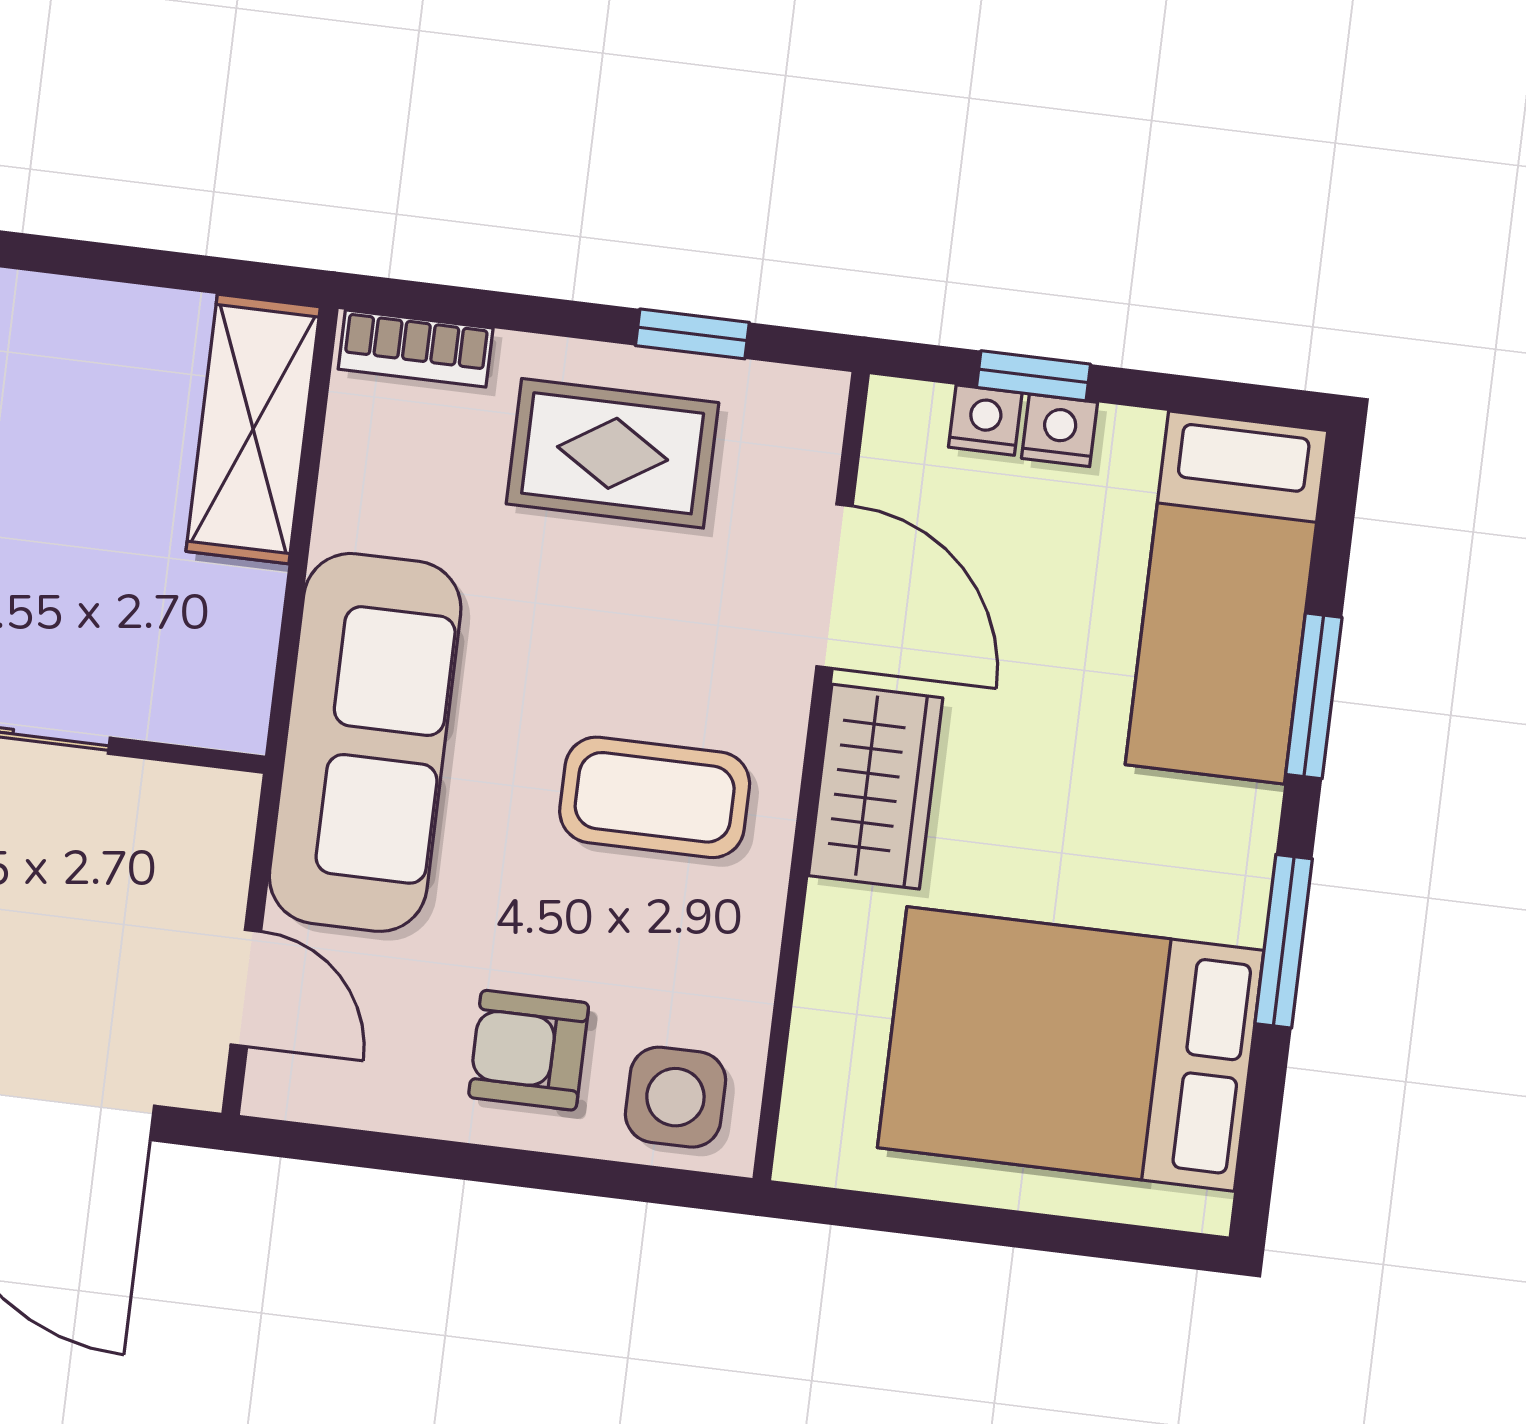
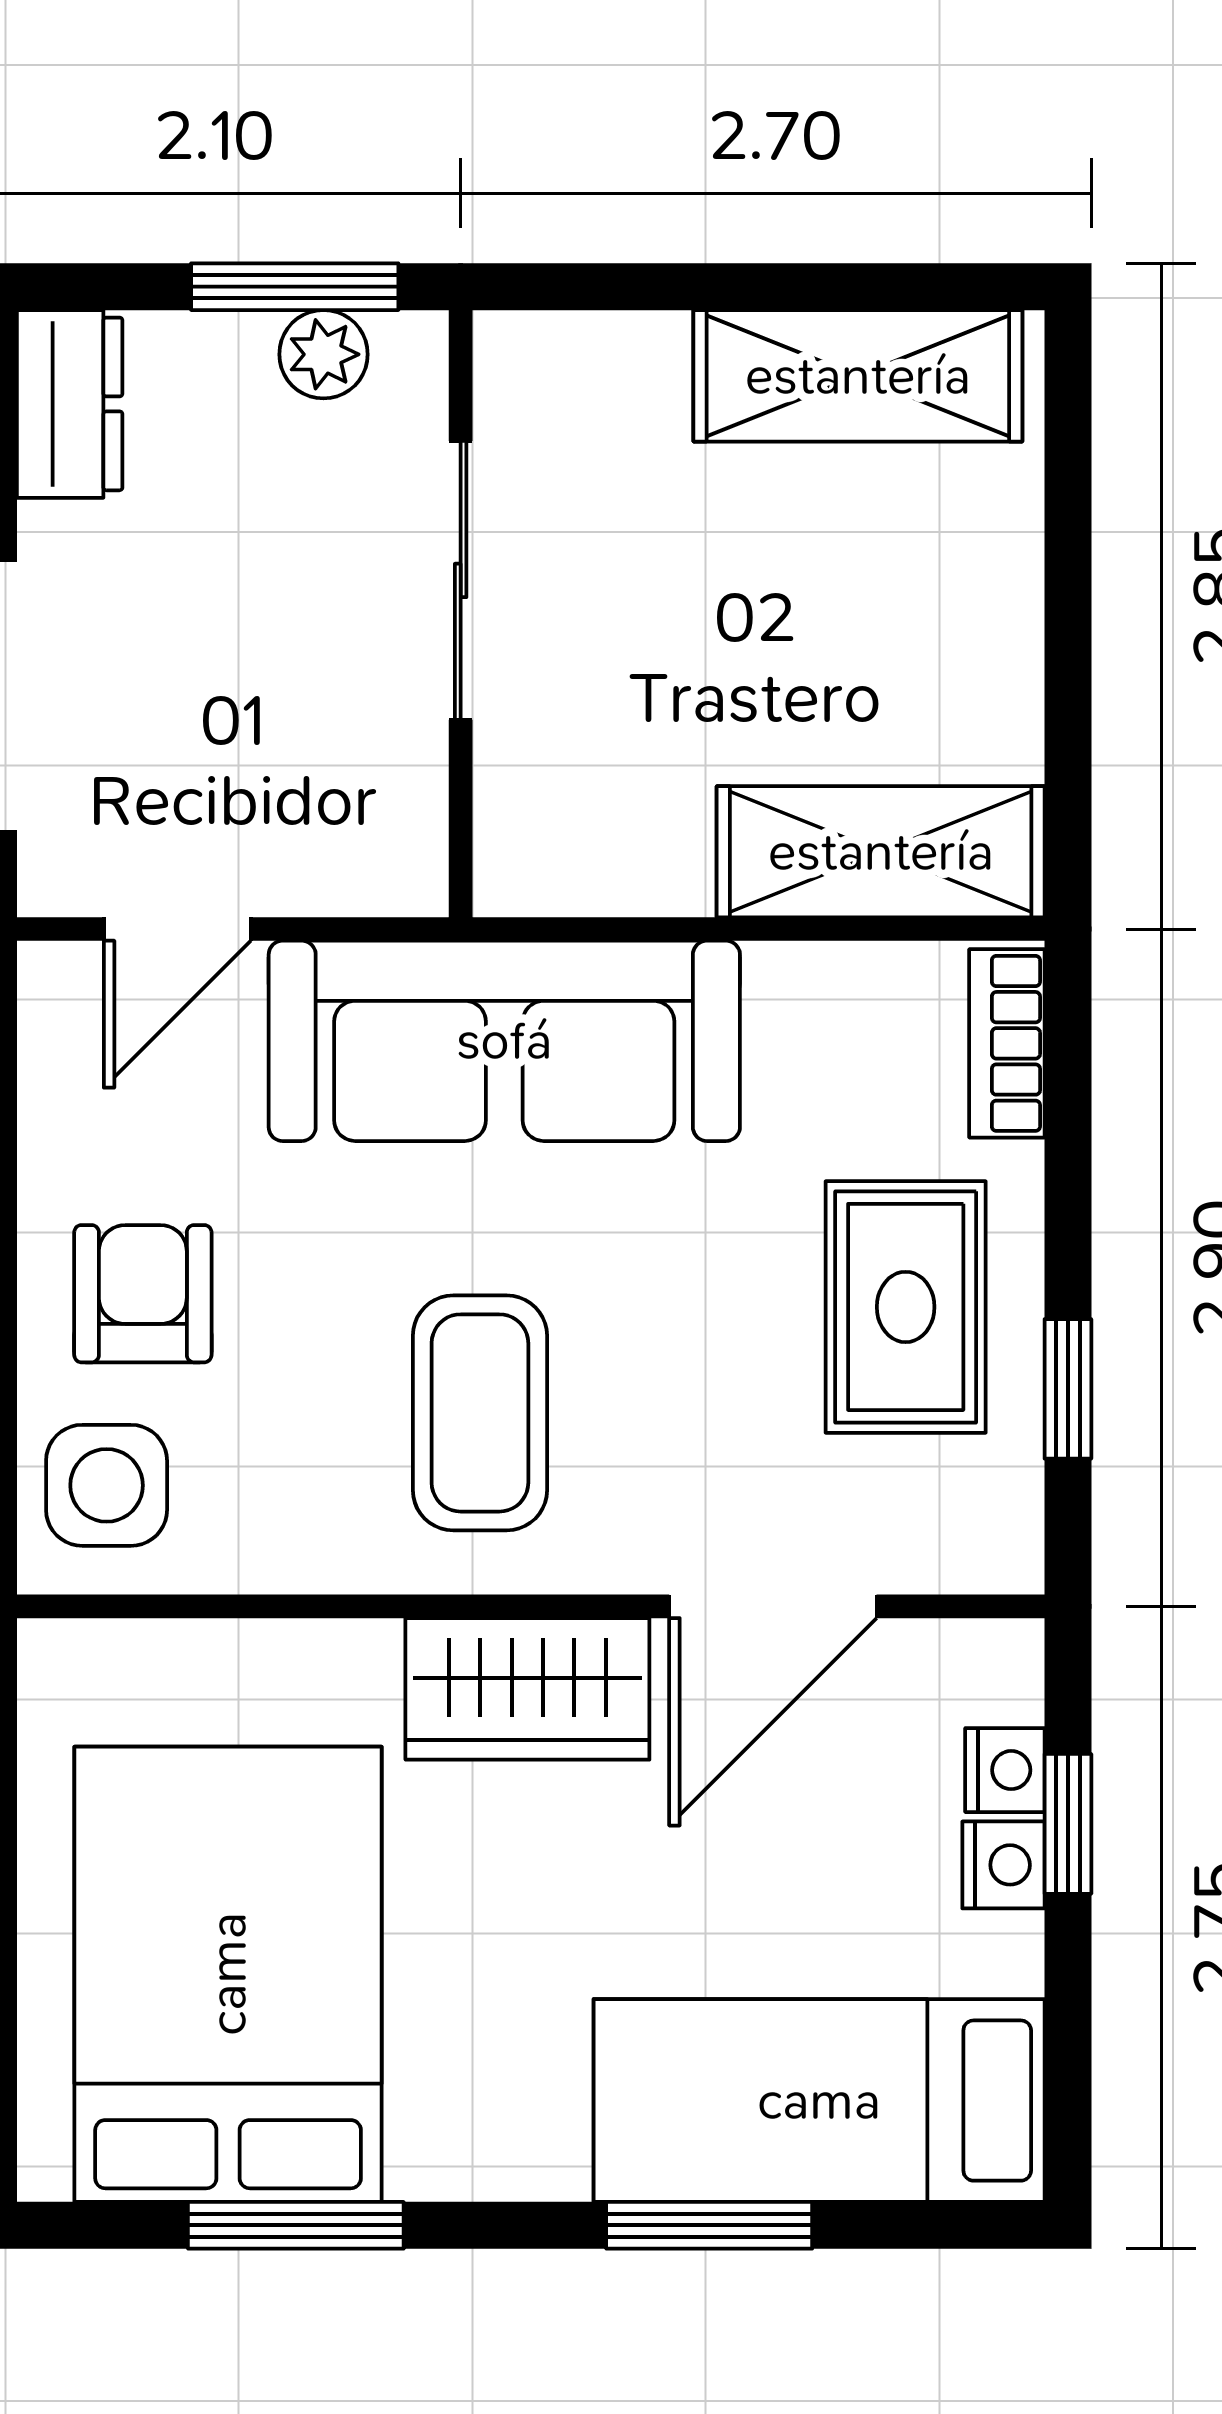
window: (1284, 941) -> (296, 2225), moved

